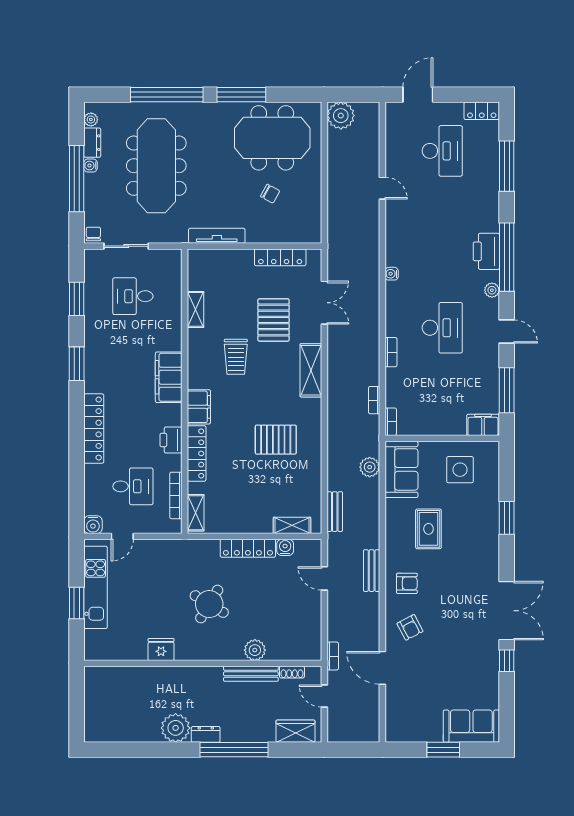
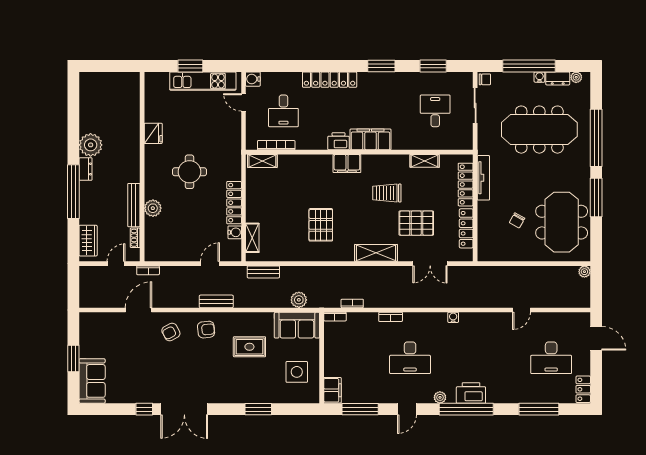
plant: (341, 116) -> (584, 272), width x0.53, depth x0.53
printer: (171, 440) -> (338, 141), moved
locker: (197, 453) -> (466, 185), moved, turned 90
armchair: (407, 583) -> (206, 330), turned -96
round table: (209, 604) -> (190, 172), turned -31

